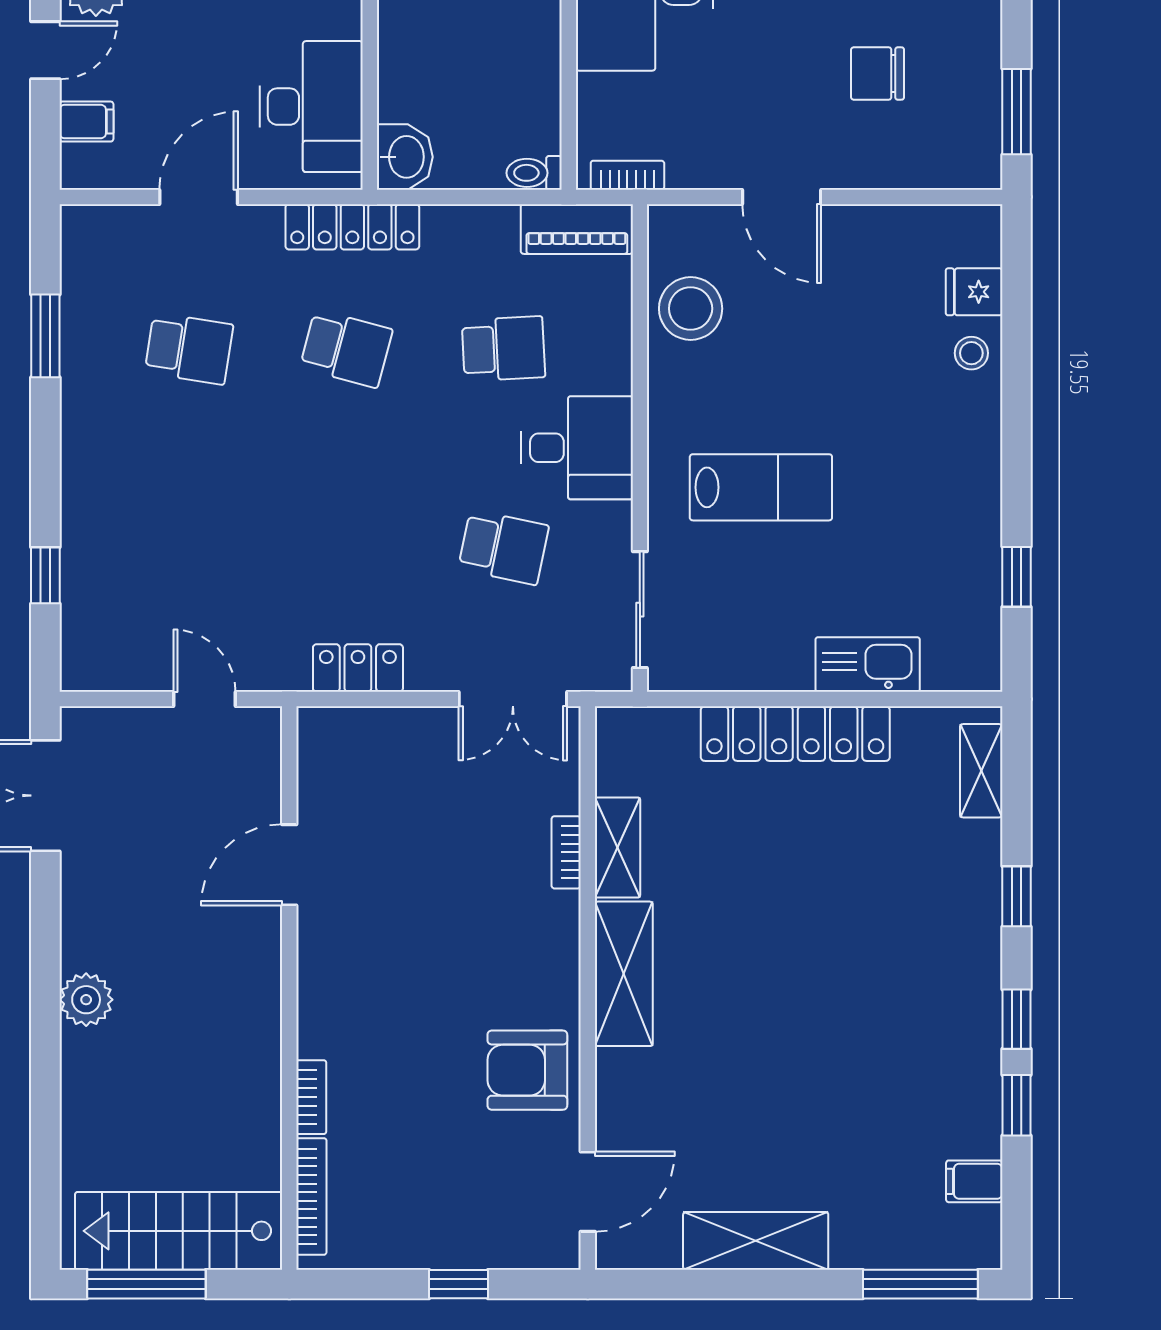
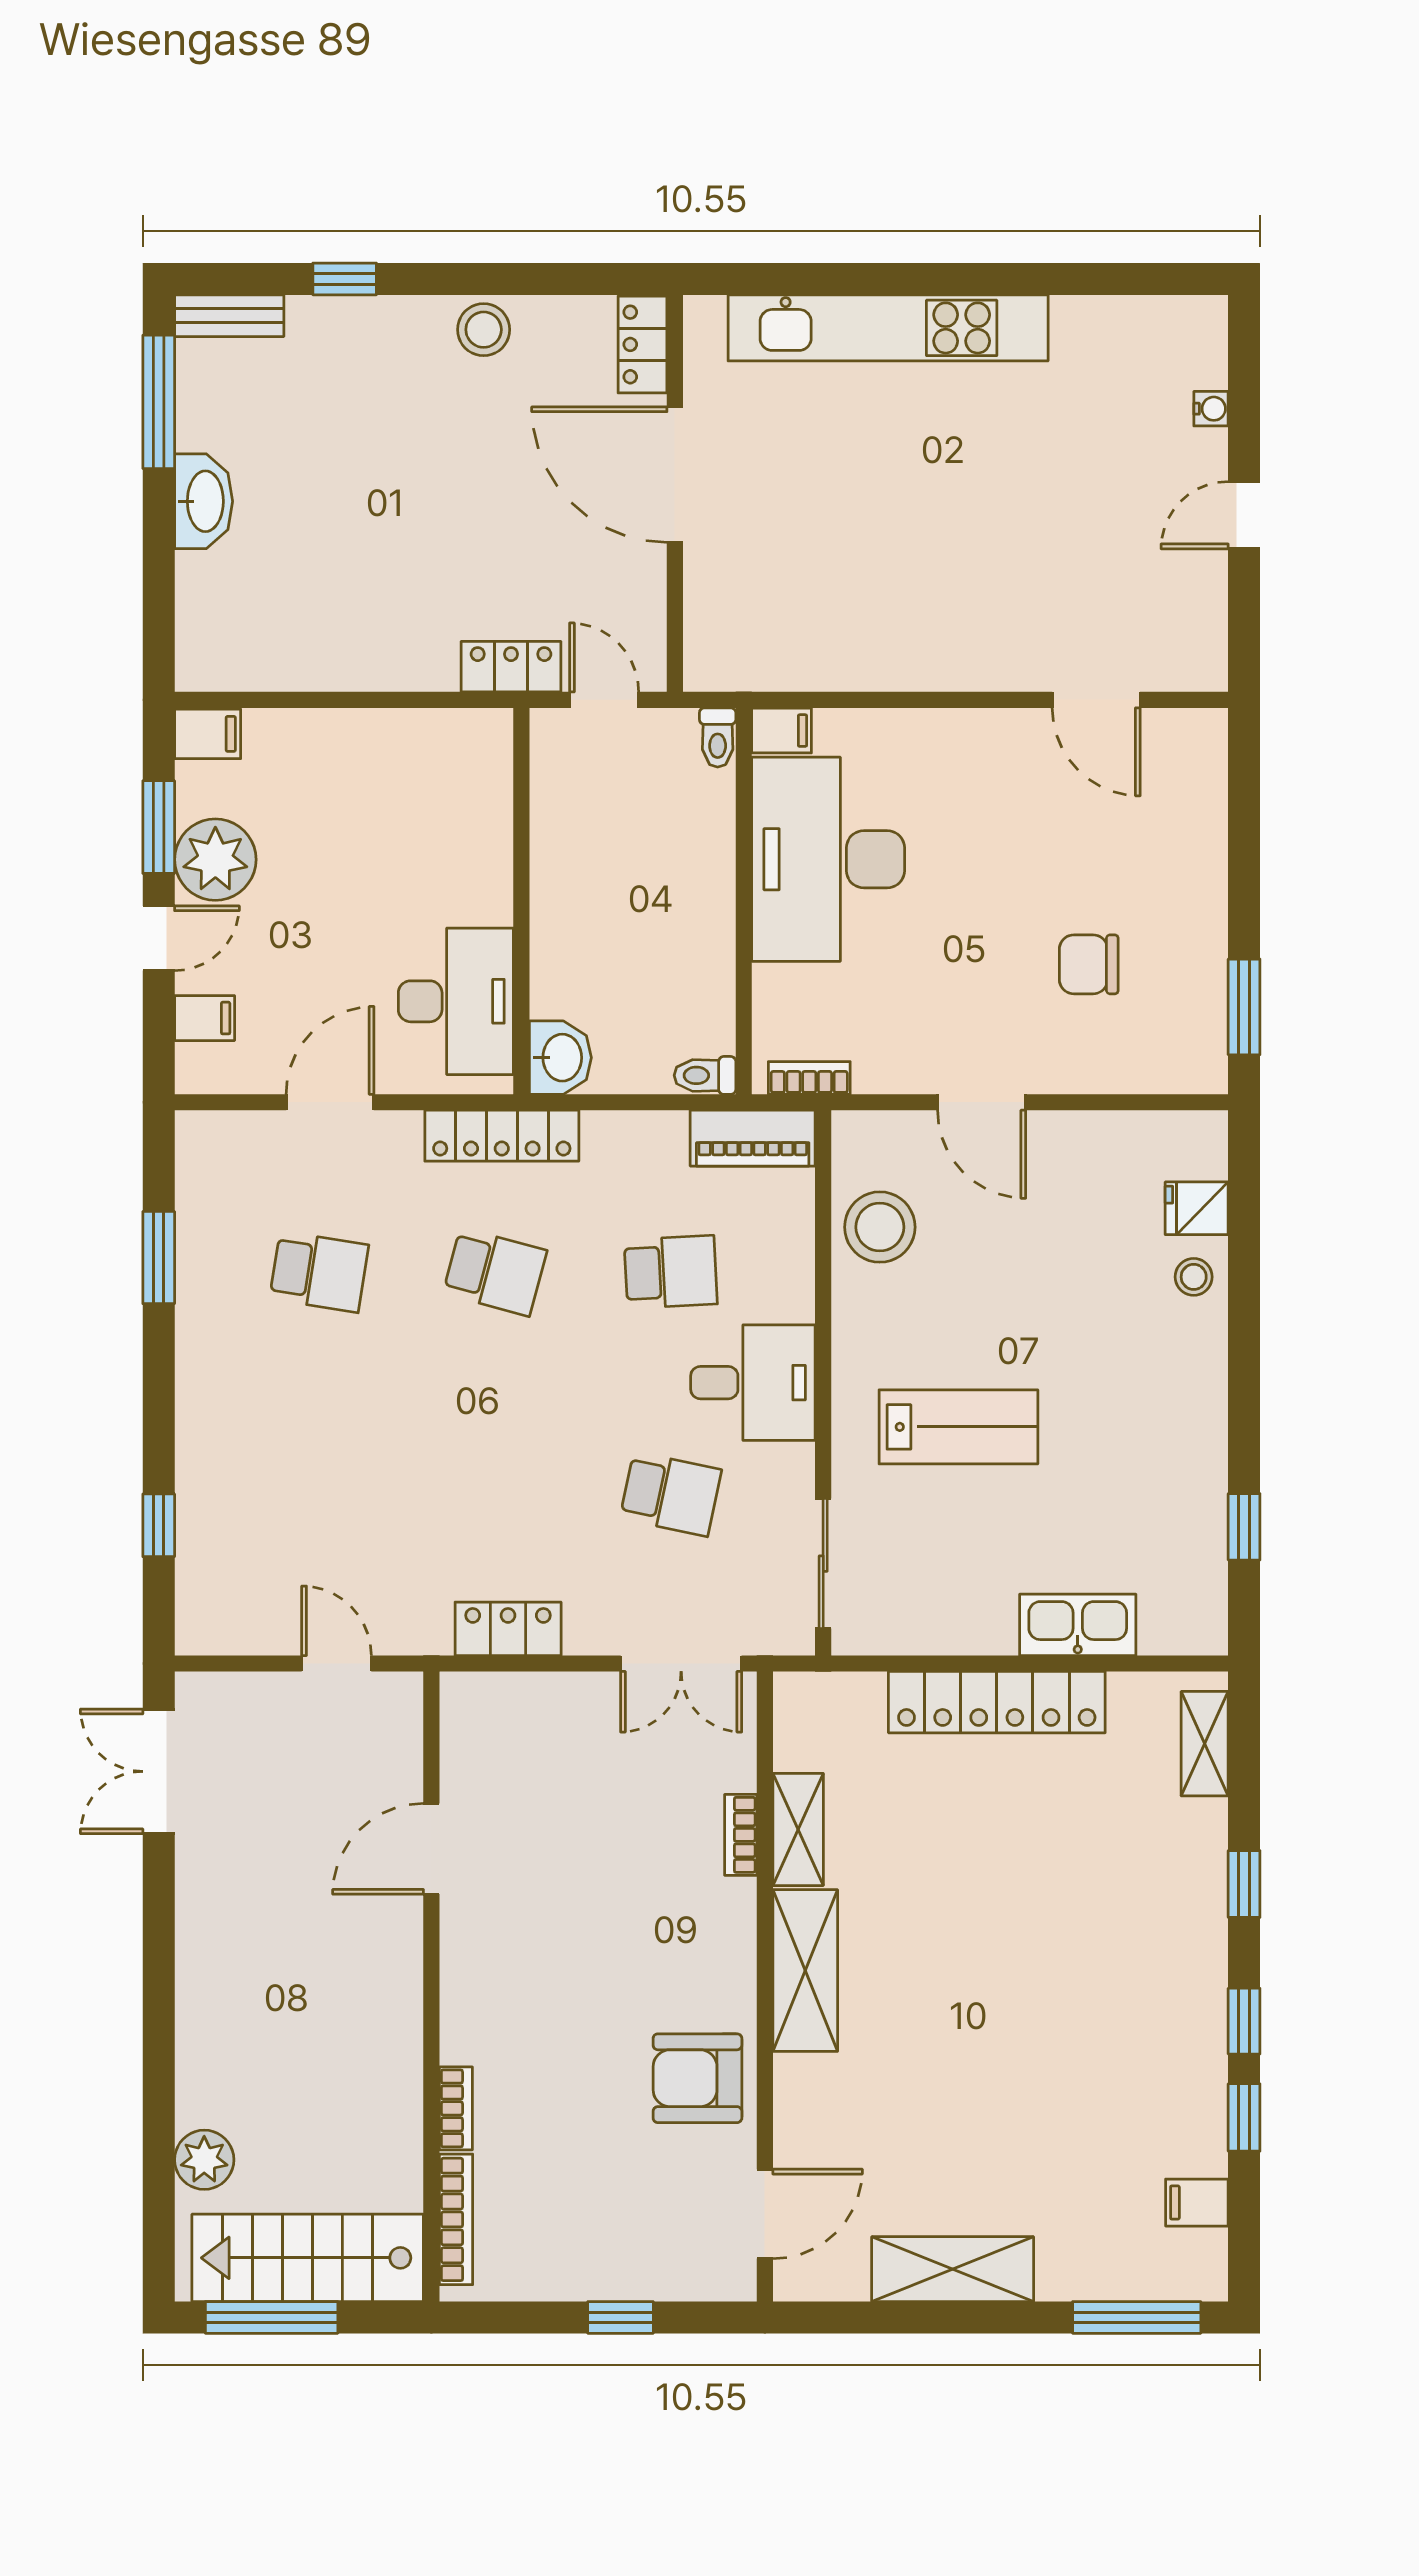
plant: (86, 1000) -> (204, 2160), moved

